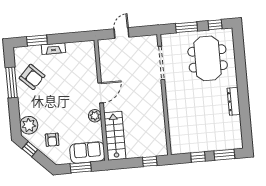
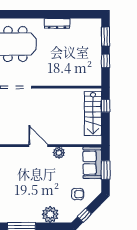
armchair: (32, 77) -> (18, 207), removed
plant: (29, 125) -> (50, 214), moved
stairs: (115, 136) -> (93, 113), moved, turned -90

